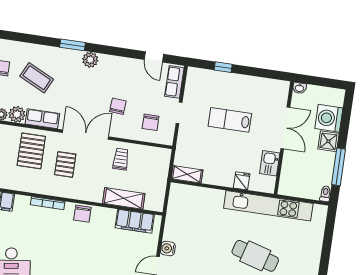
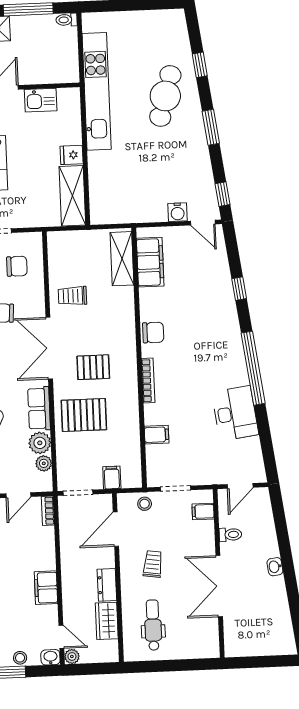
shelving: (187, 174) -> (72, 196), width x1.50, depth x1.33
fridge: (242, 181) -> (72, 155), moved
shelving: (124, 198) -> (122, 259), moved

